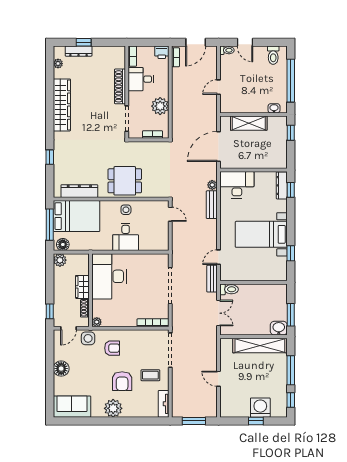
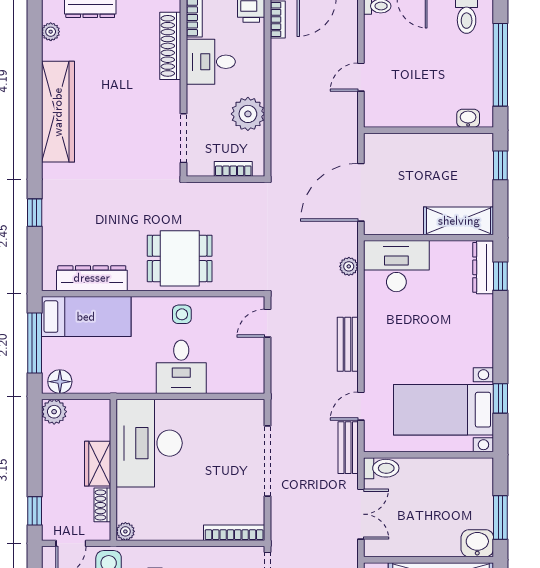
shoe rack: (120, 86) -> (170, 46), moved
shelving: (249, 123) -> (459, 221), moved
bench: (212, 205) -> (348, 344), moved
door: (170, 214) -> (267, 323), swing flipped
bed: (76, 216) -> (86, 317), width x0.67
bed with nightstands: (261, 234) -> (444, 410), moved

